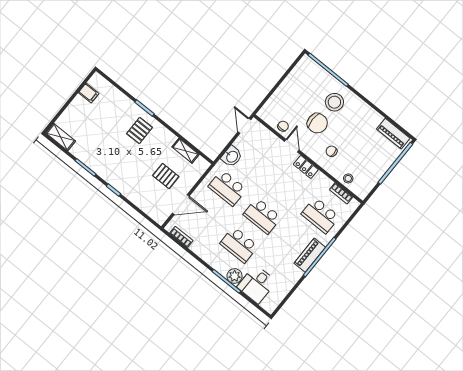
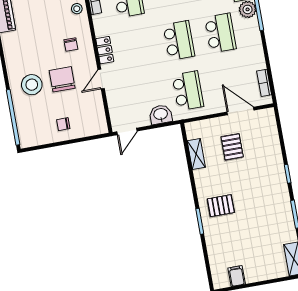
chair: (283, 126) -> (63, 124), moved

